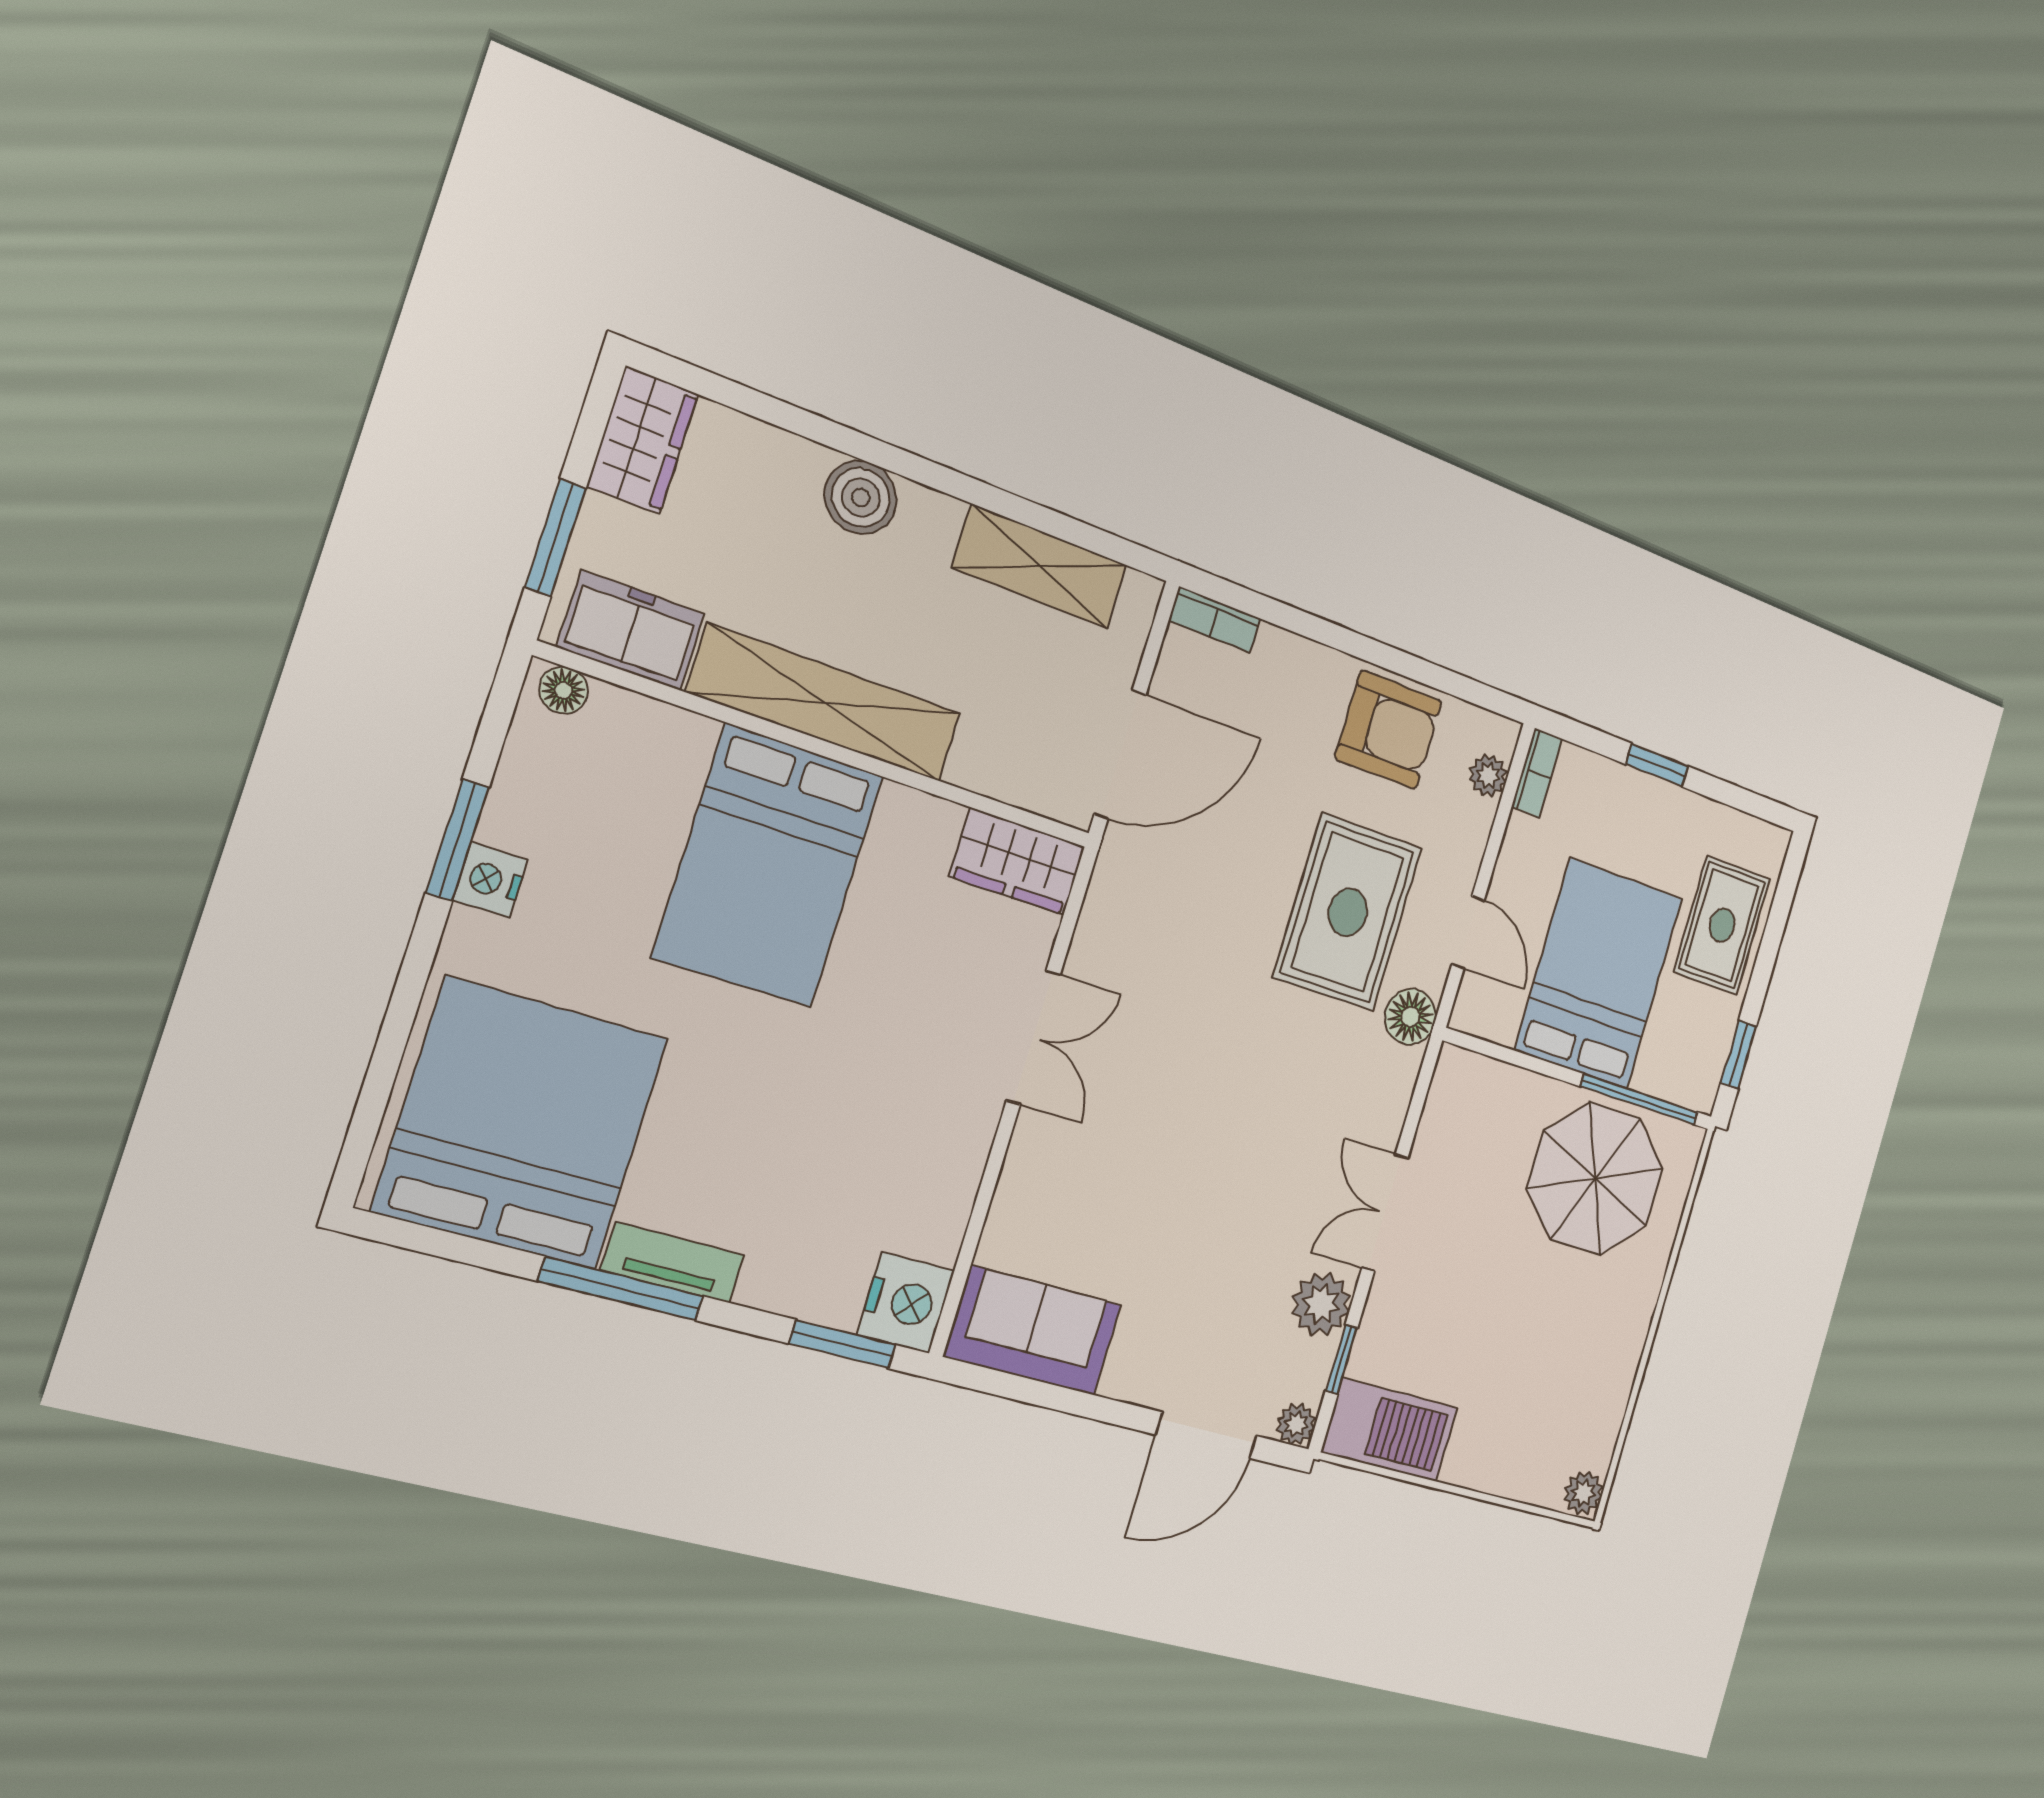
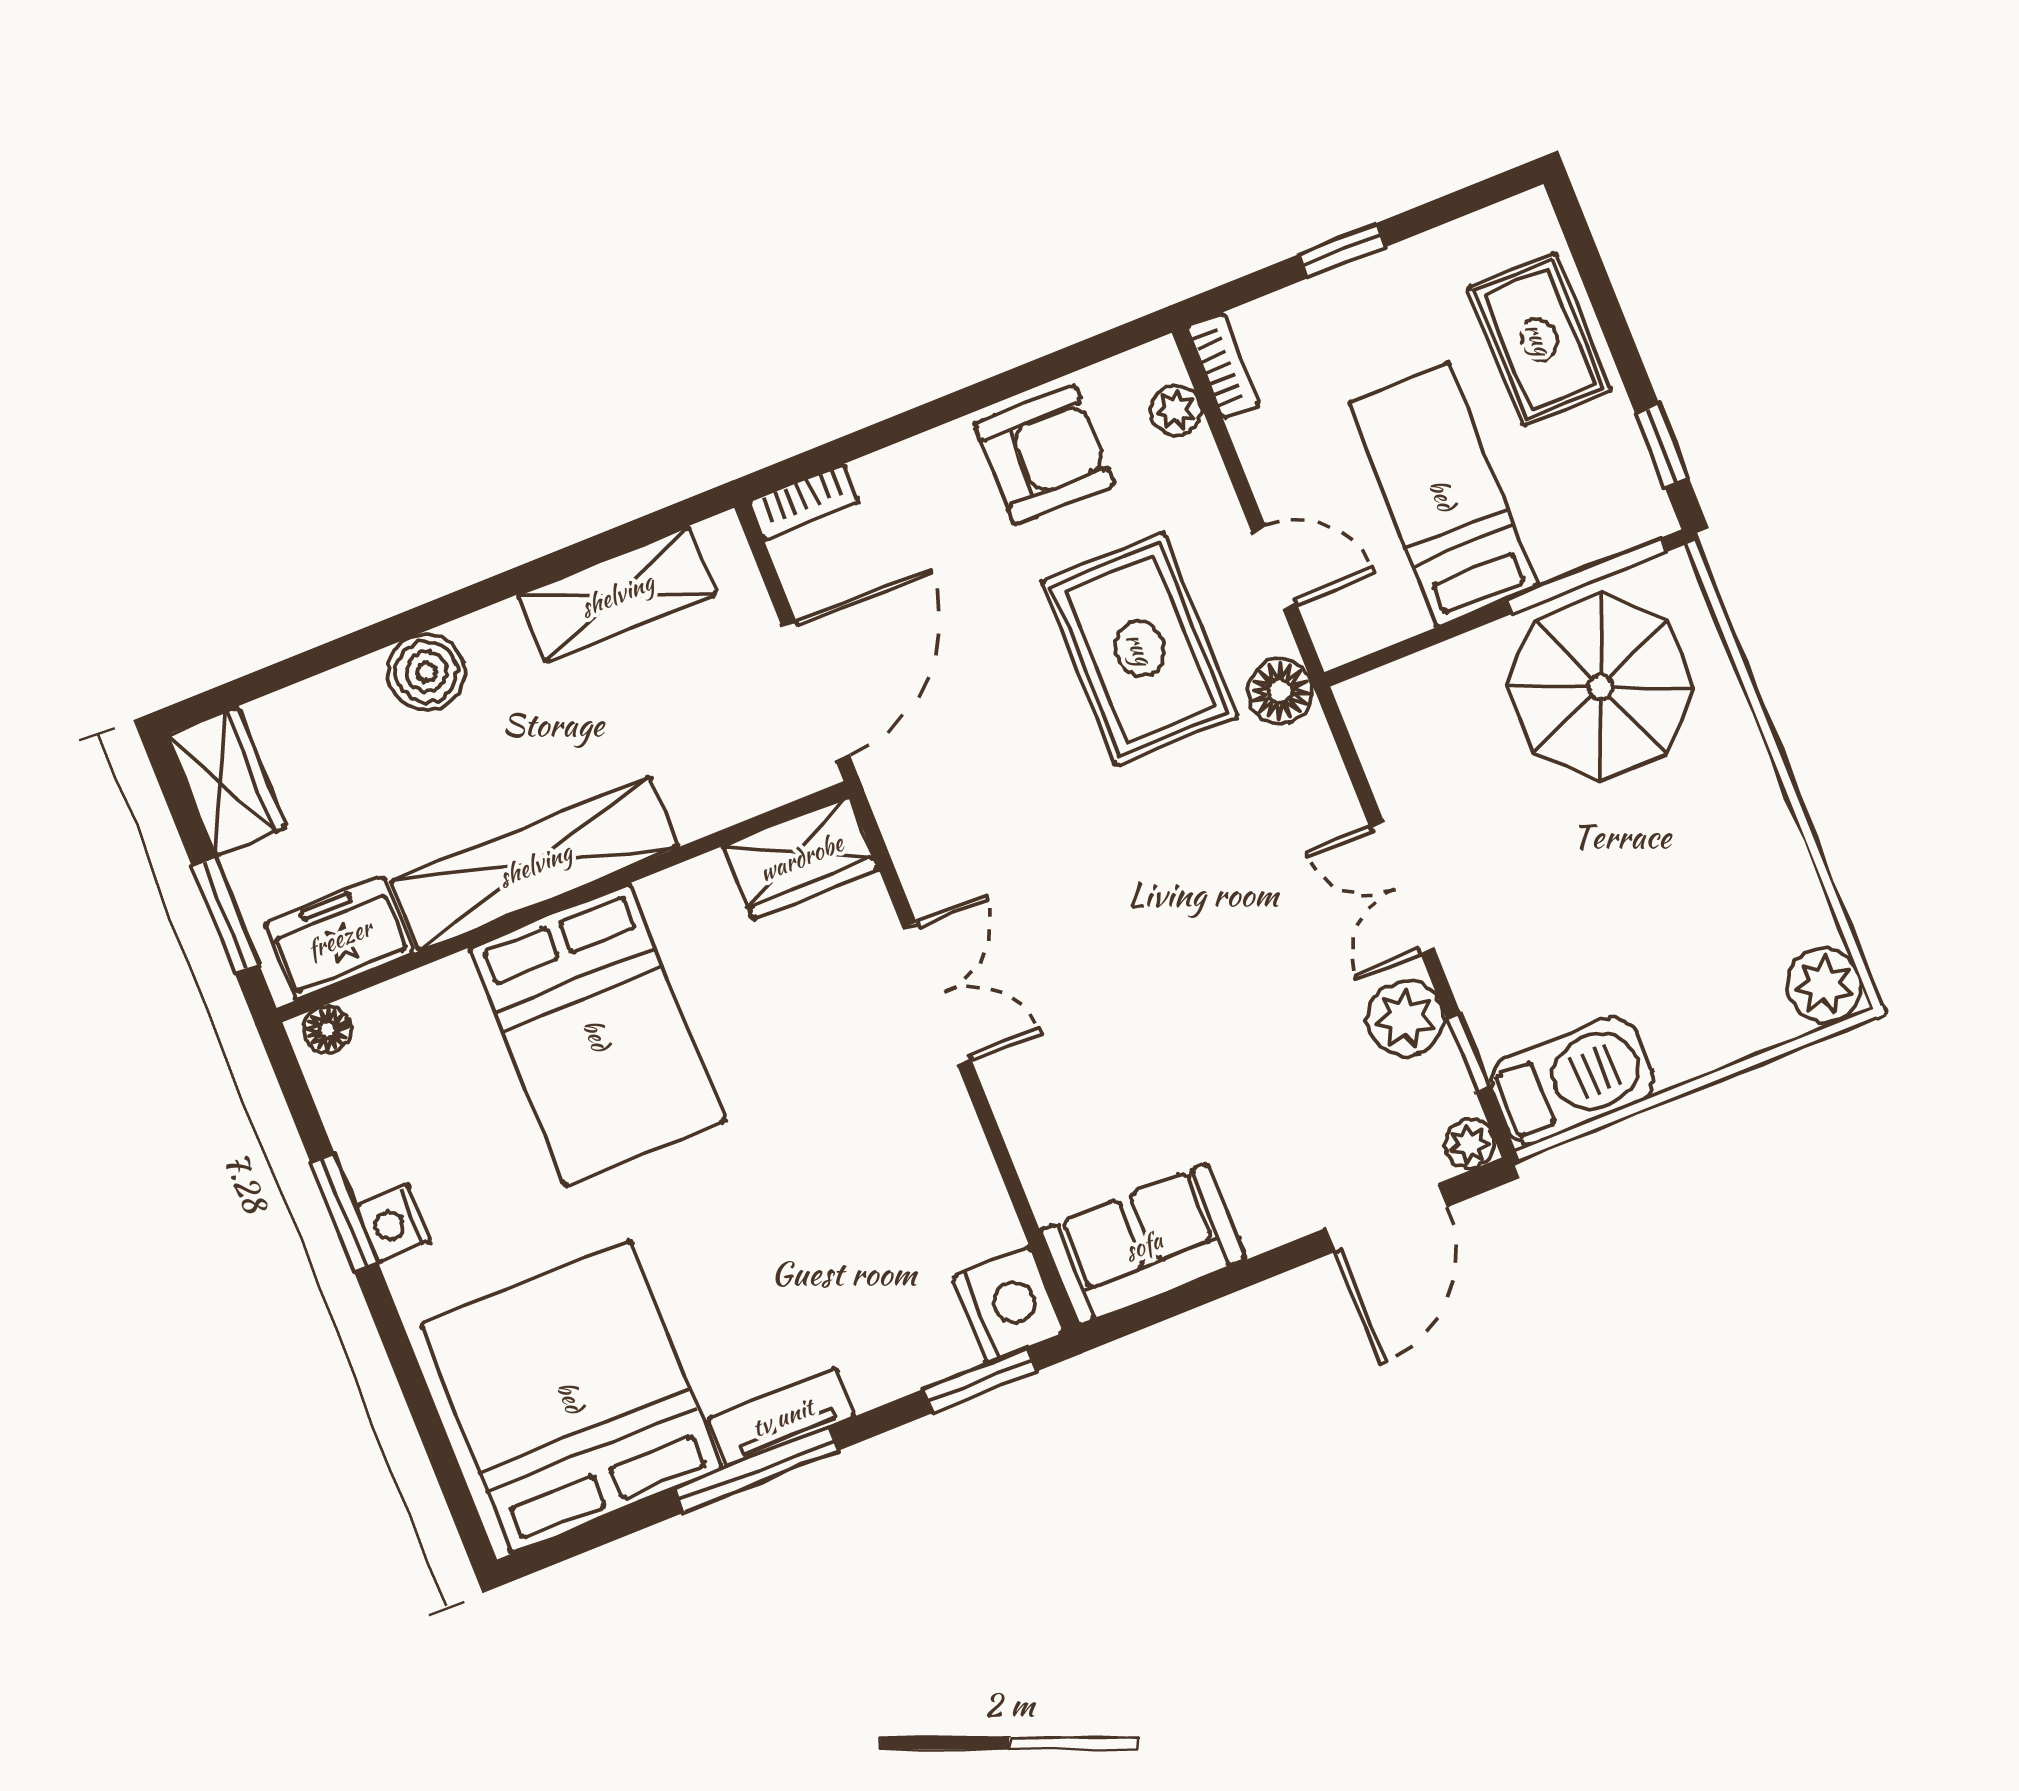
bed: (1599, 974) -> (1443, 495), width x0.67
plant: (1583, 1493) -> (1824, 985), width x1.38, depth x1.38

